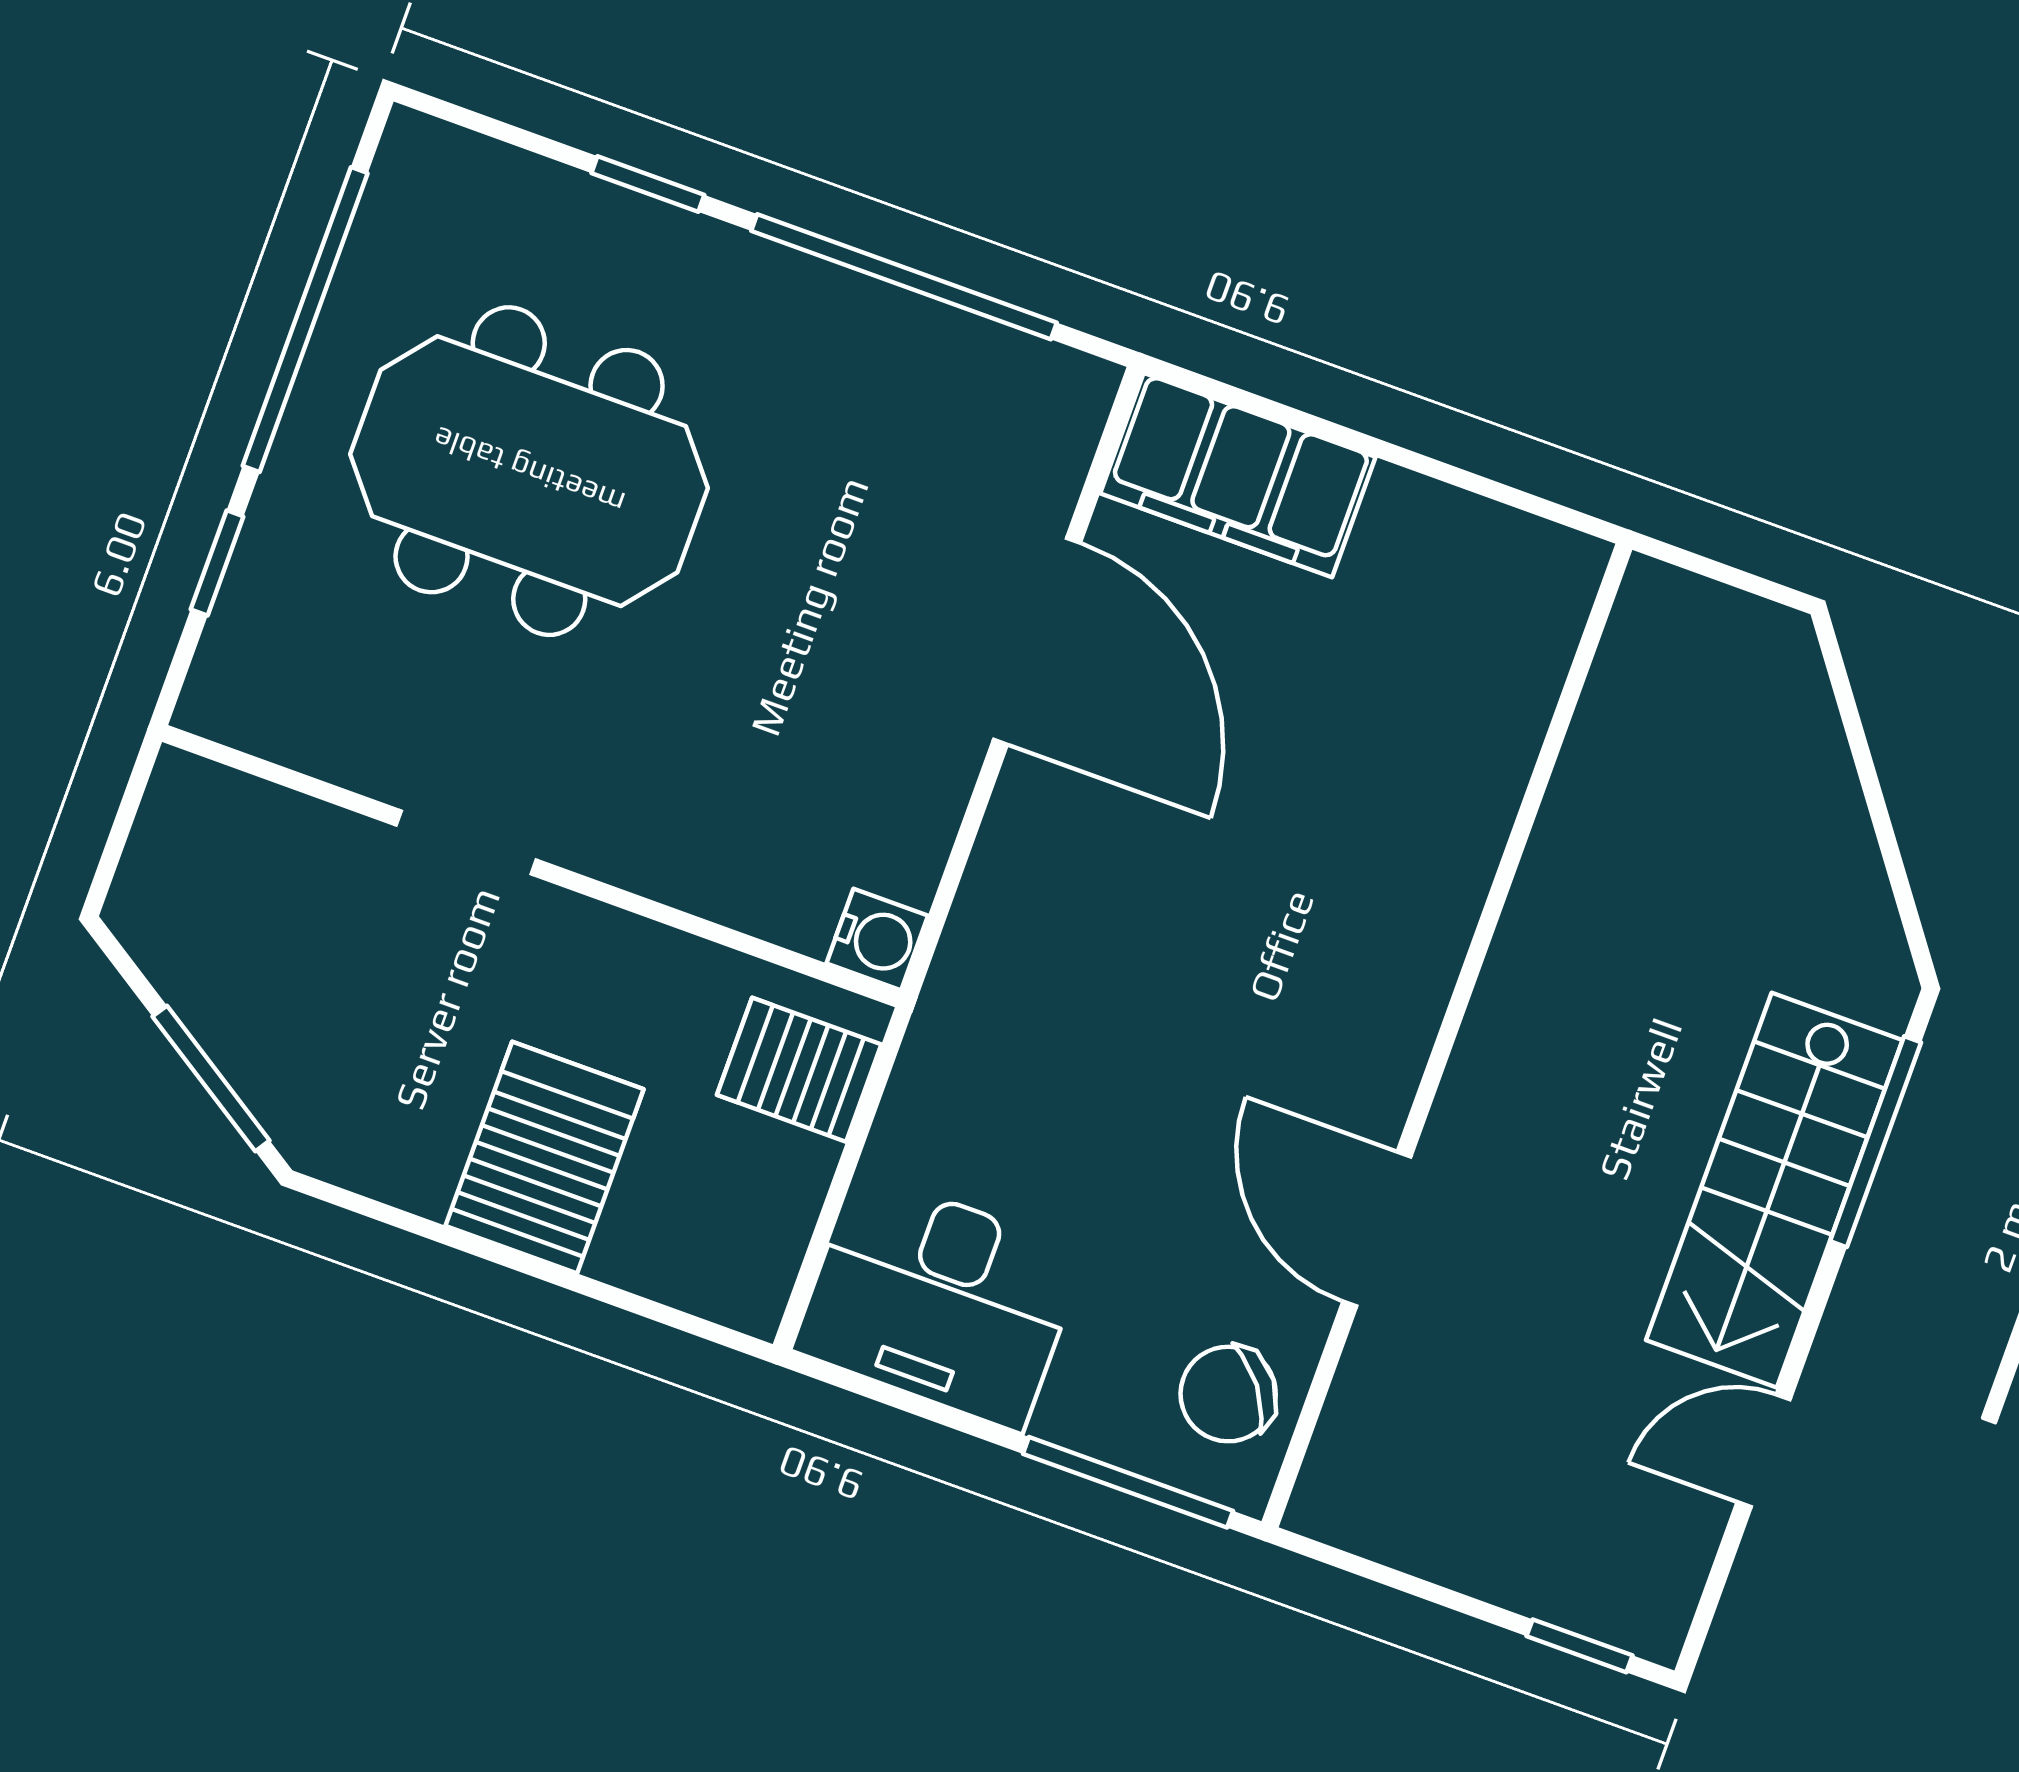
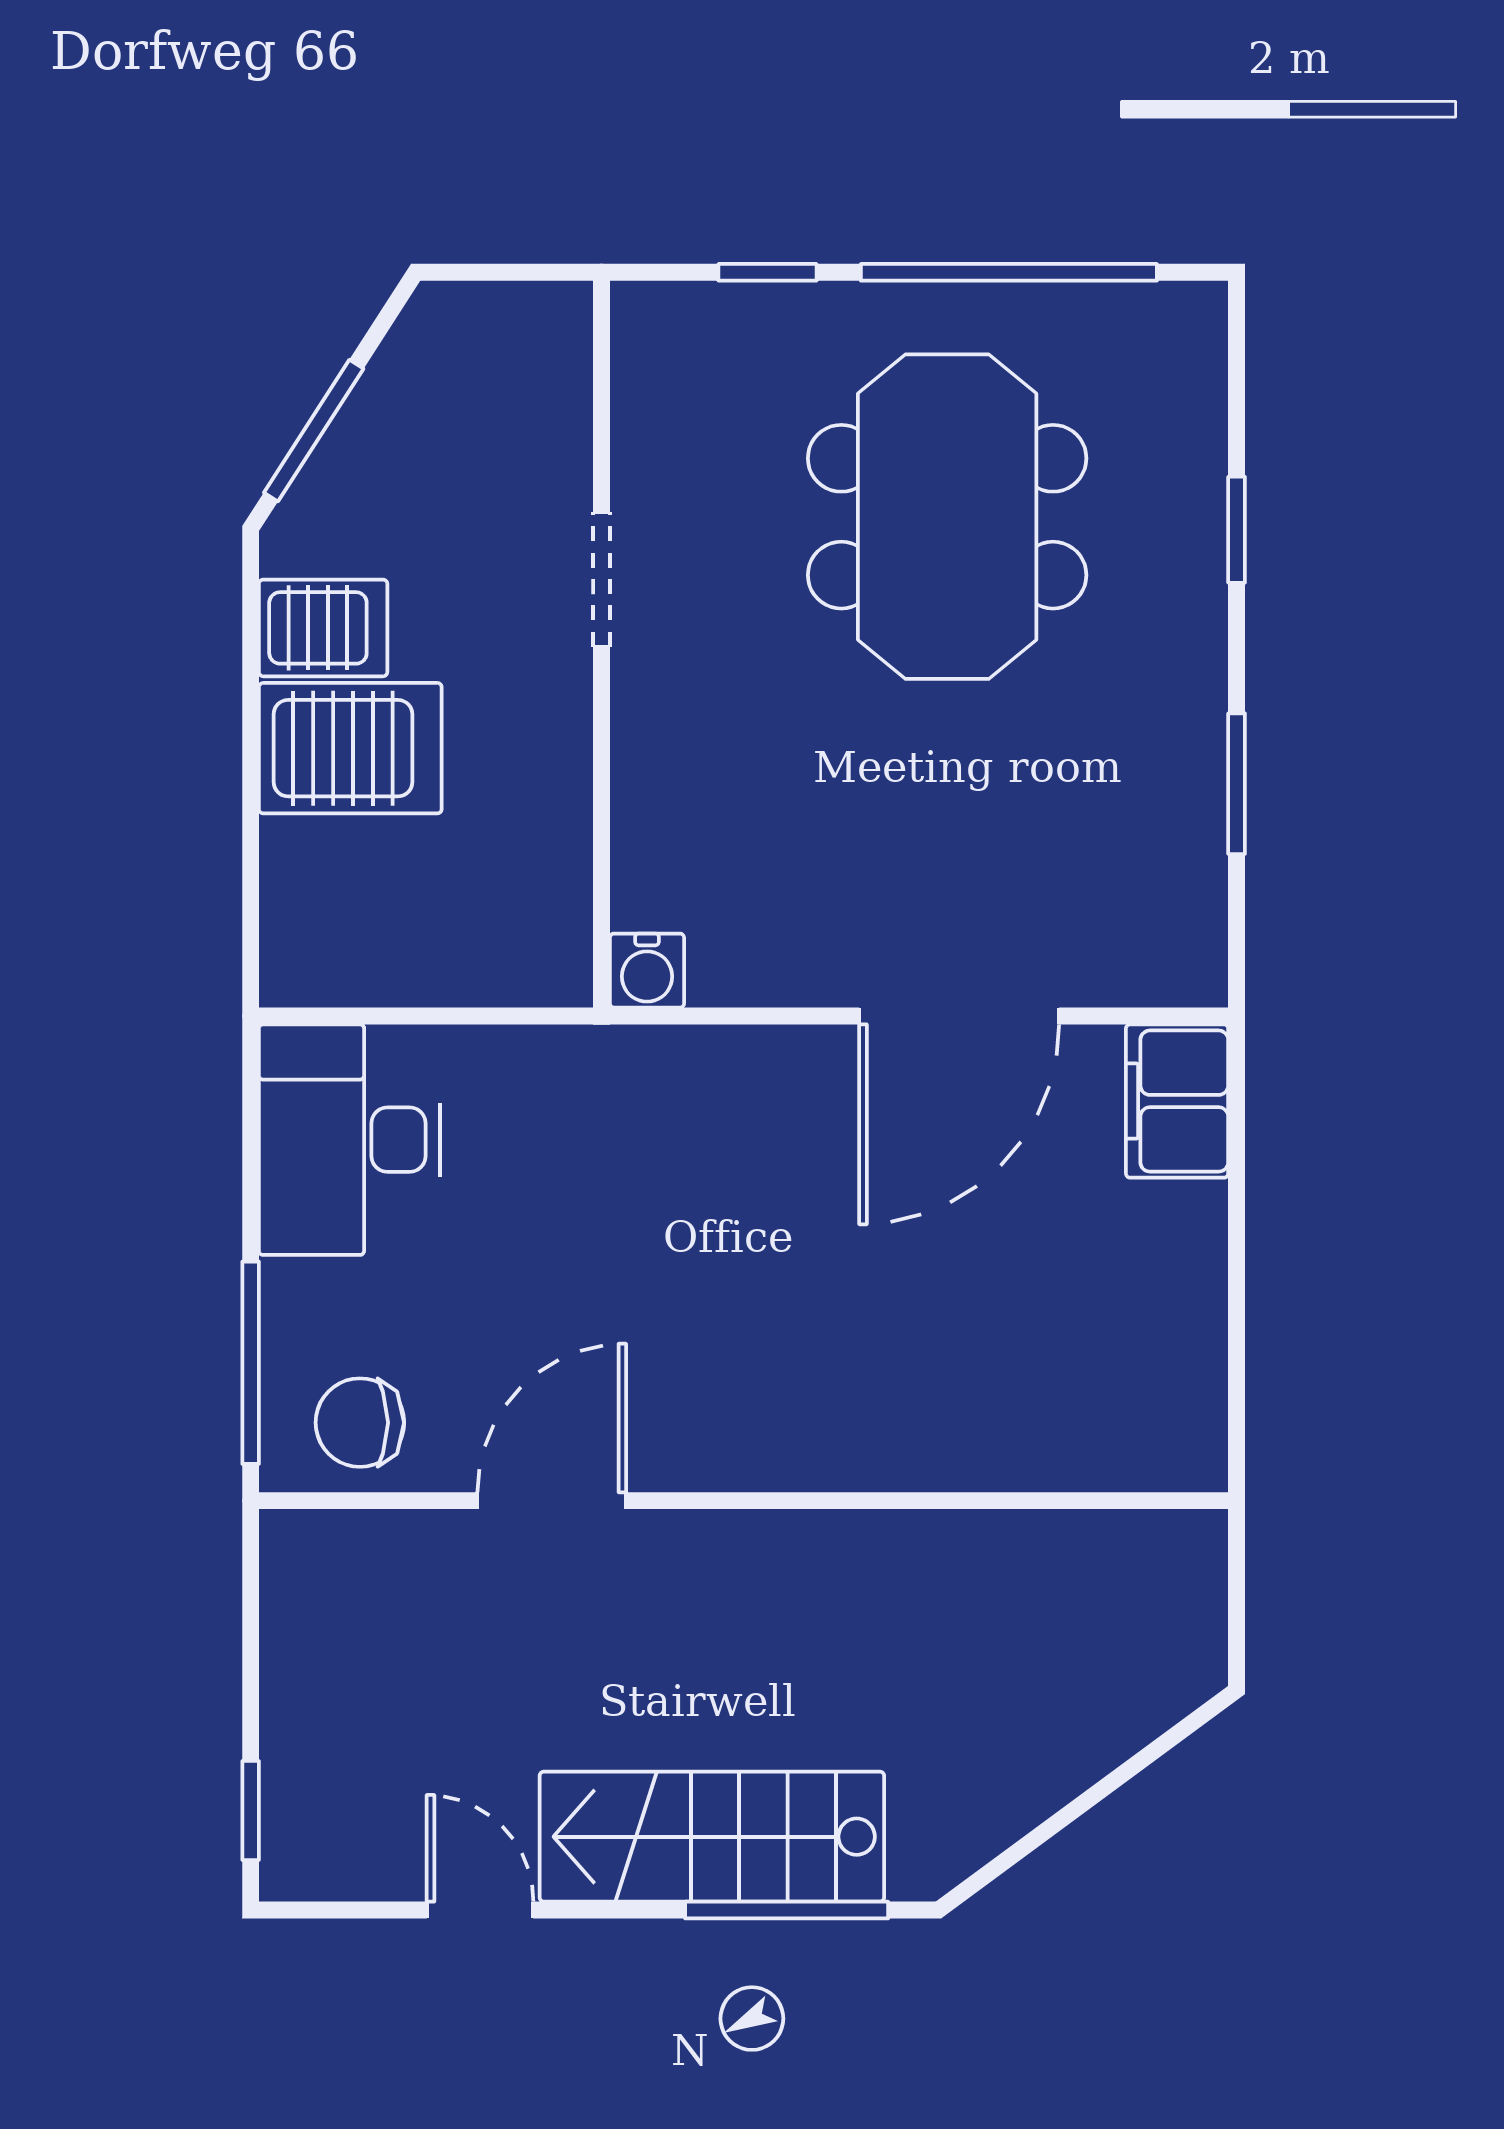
window: (904, 277) -> (1237, 784), width x0.47
filing cabinet: (1238, 475) -> (1177, 1101), width x0.67, depth x0.86
server rack: (799, 1070) -> (323, 628), moved, turned 90
chair: (1228, 1394) -> (360, 1423), turned -53

